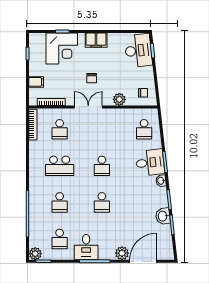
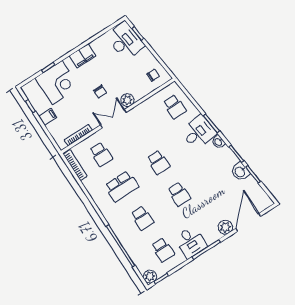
filing cabinet: (36, 82) -> (48, 117), moved
plant: (119, 99) -> (127, 100), moved

